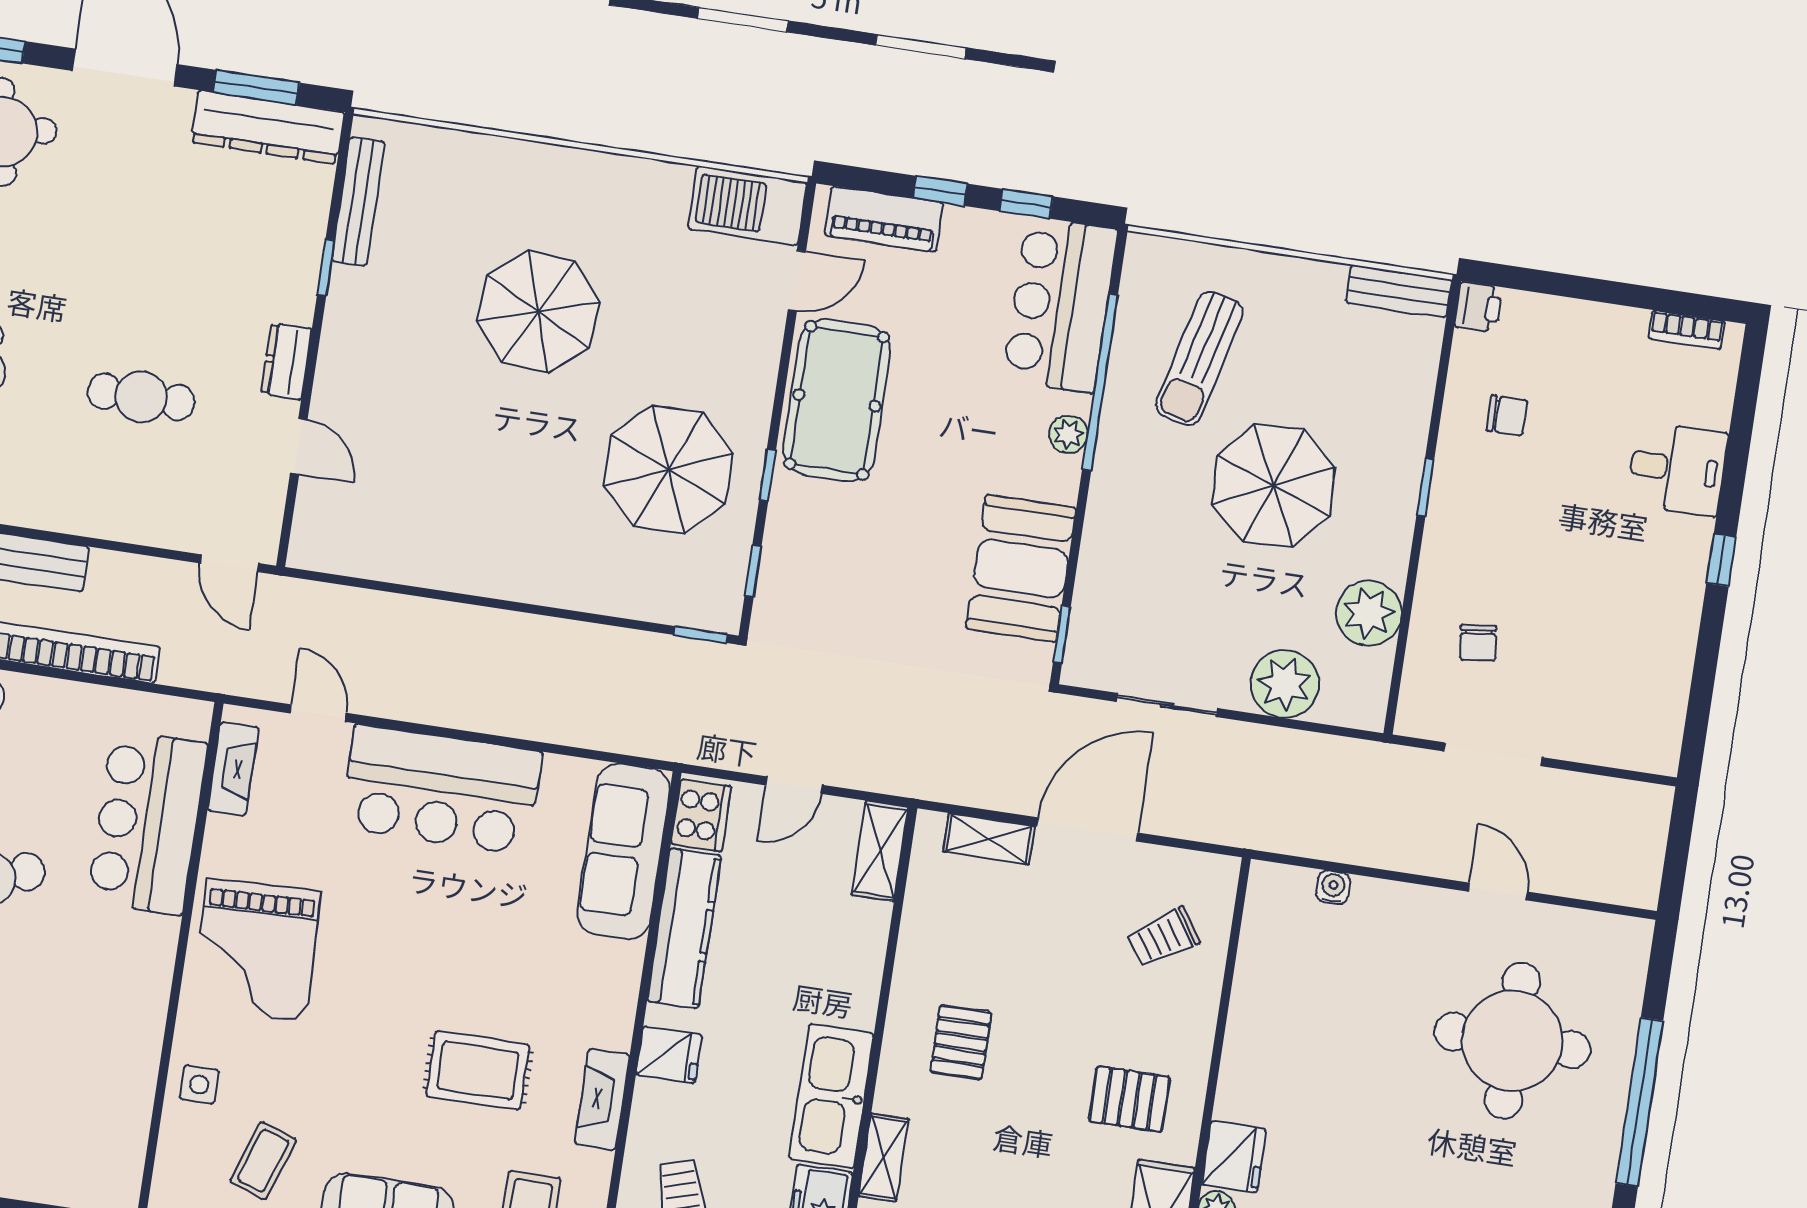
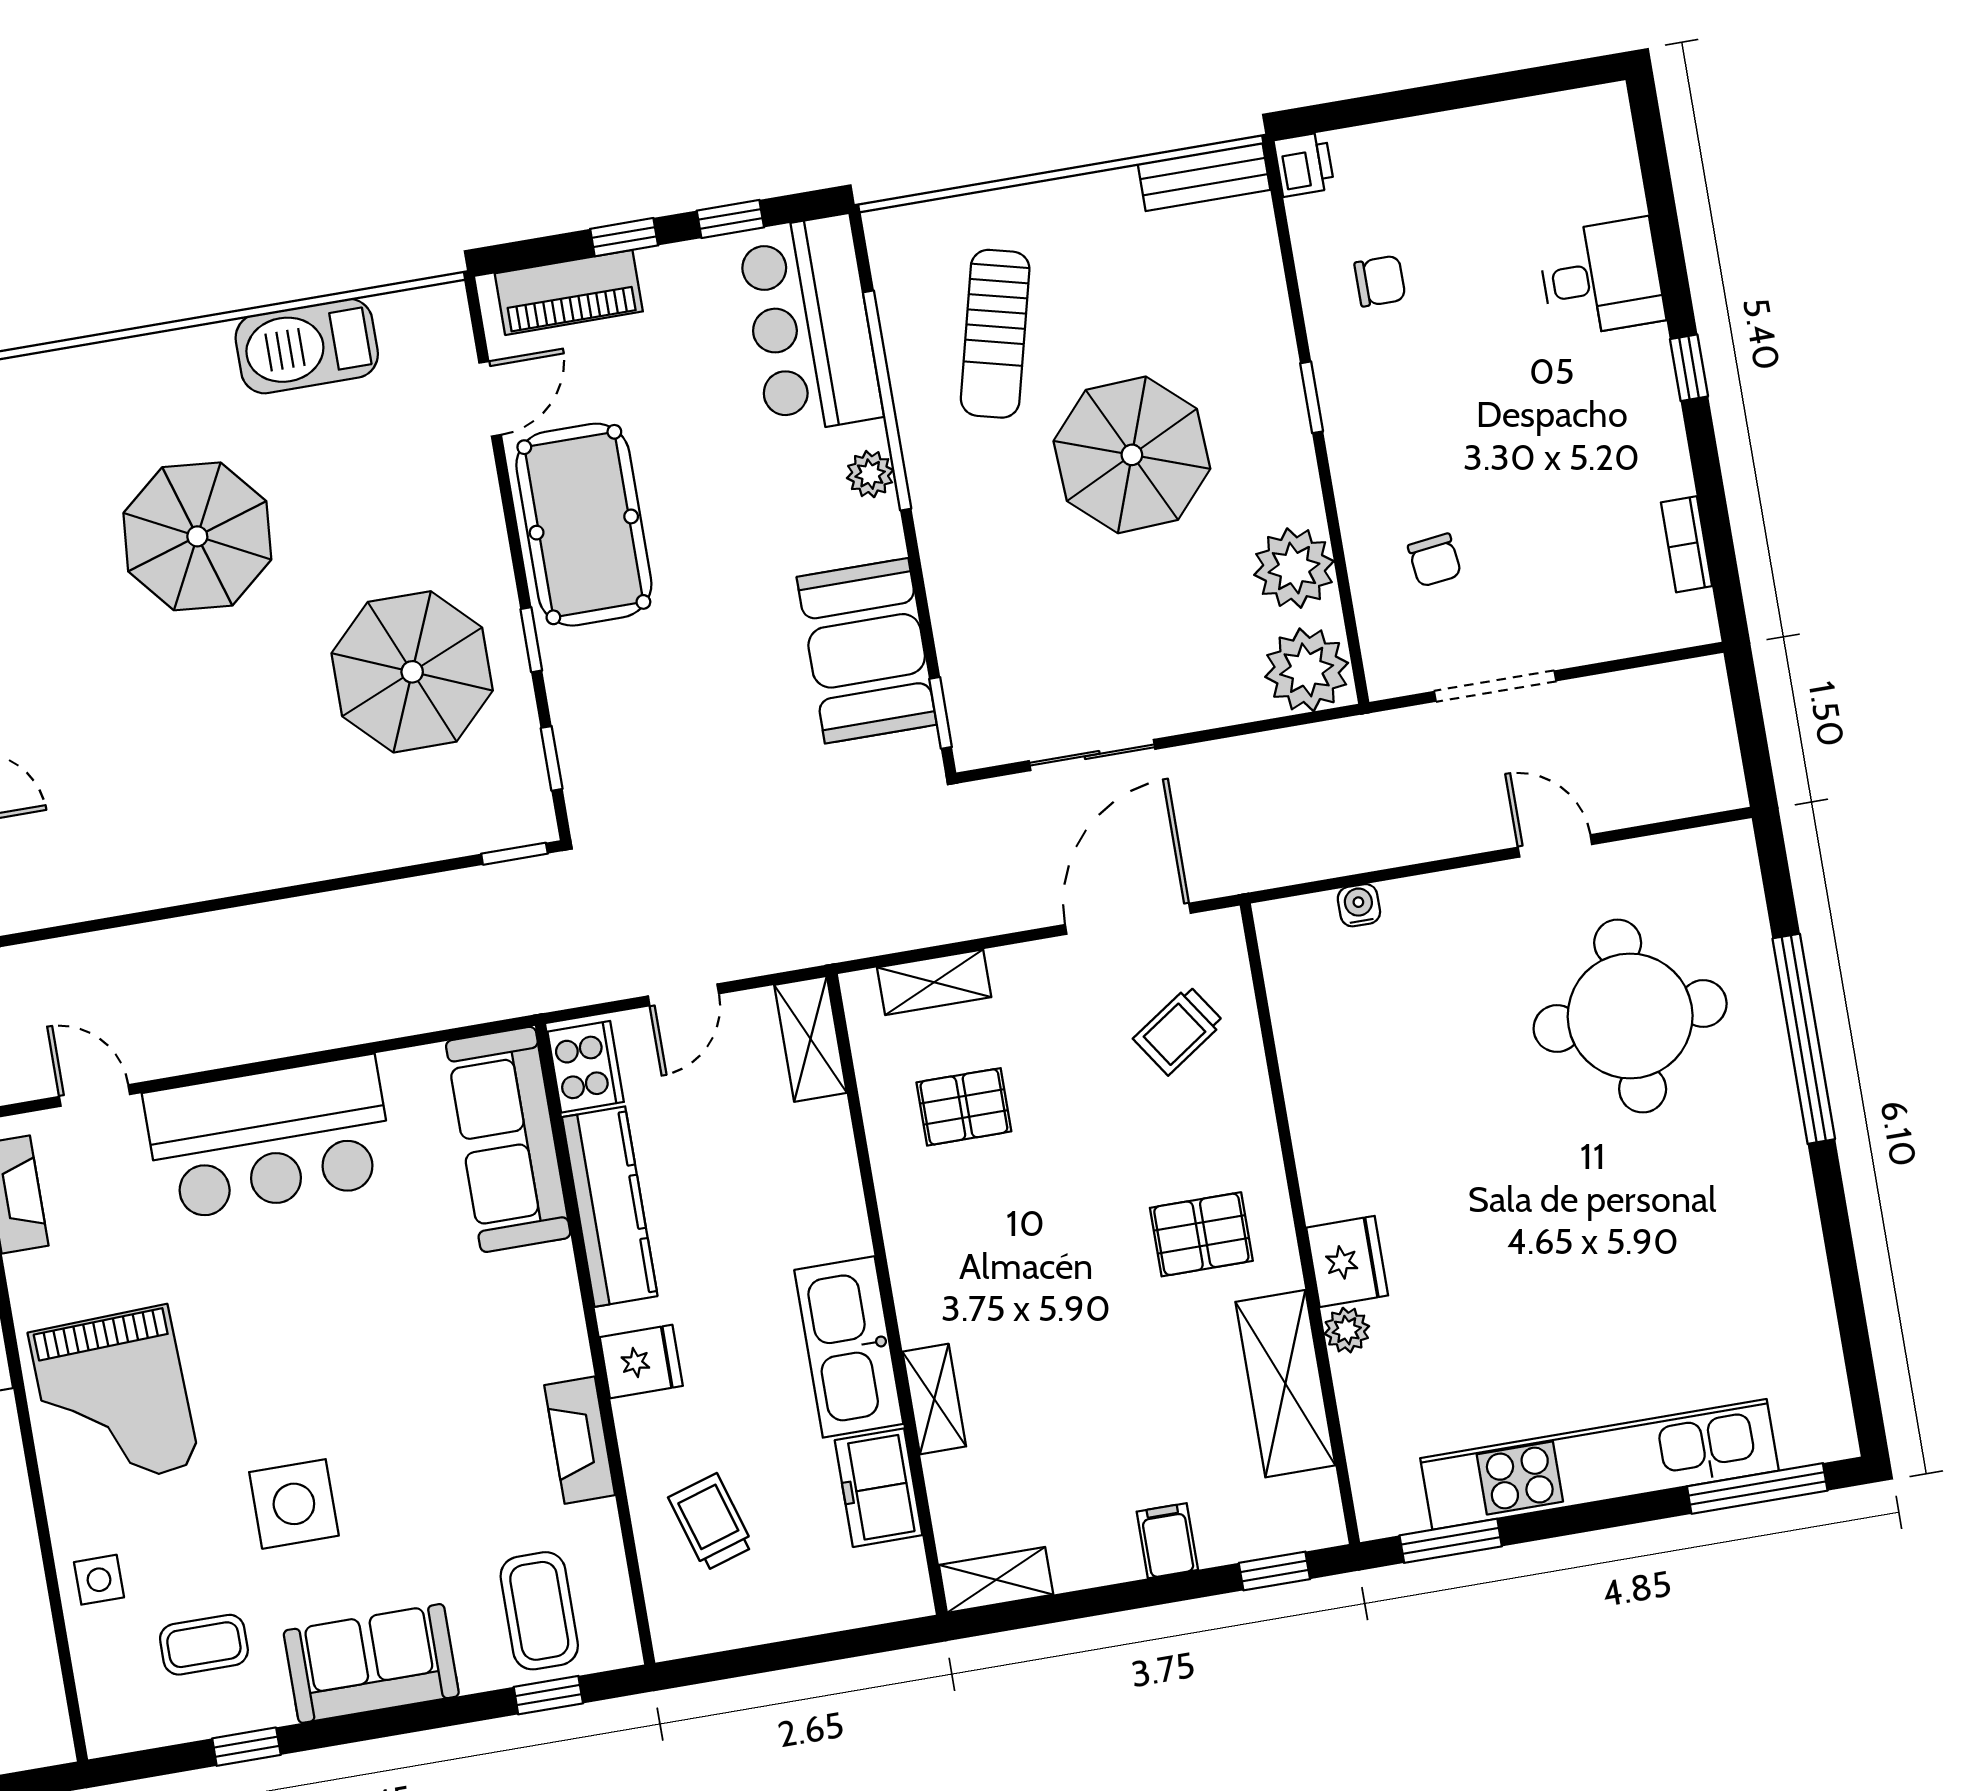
barbecue: (747, 206) -> (307, 346), moved
bookcase: (1687, 330) -> (1687, 544), moved, turned 90
plant: (1285, 684) -> (1307, 670), moved
door: (1088, 829) -> (1128, 919), moved
pallet: (961, 1042) -> (964, 1107), moved, turned 90
rug: (478, 1070) -> (422, 1455), removed
side table: (368, 1076) -> (294, 1504), added
coffee table: (263, 1161) -> (204, 1645), turned 71

